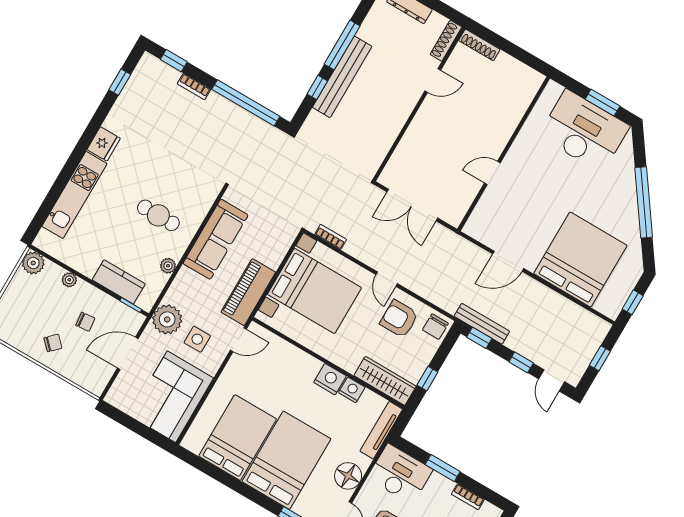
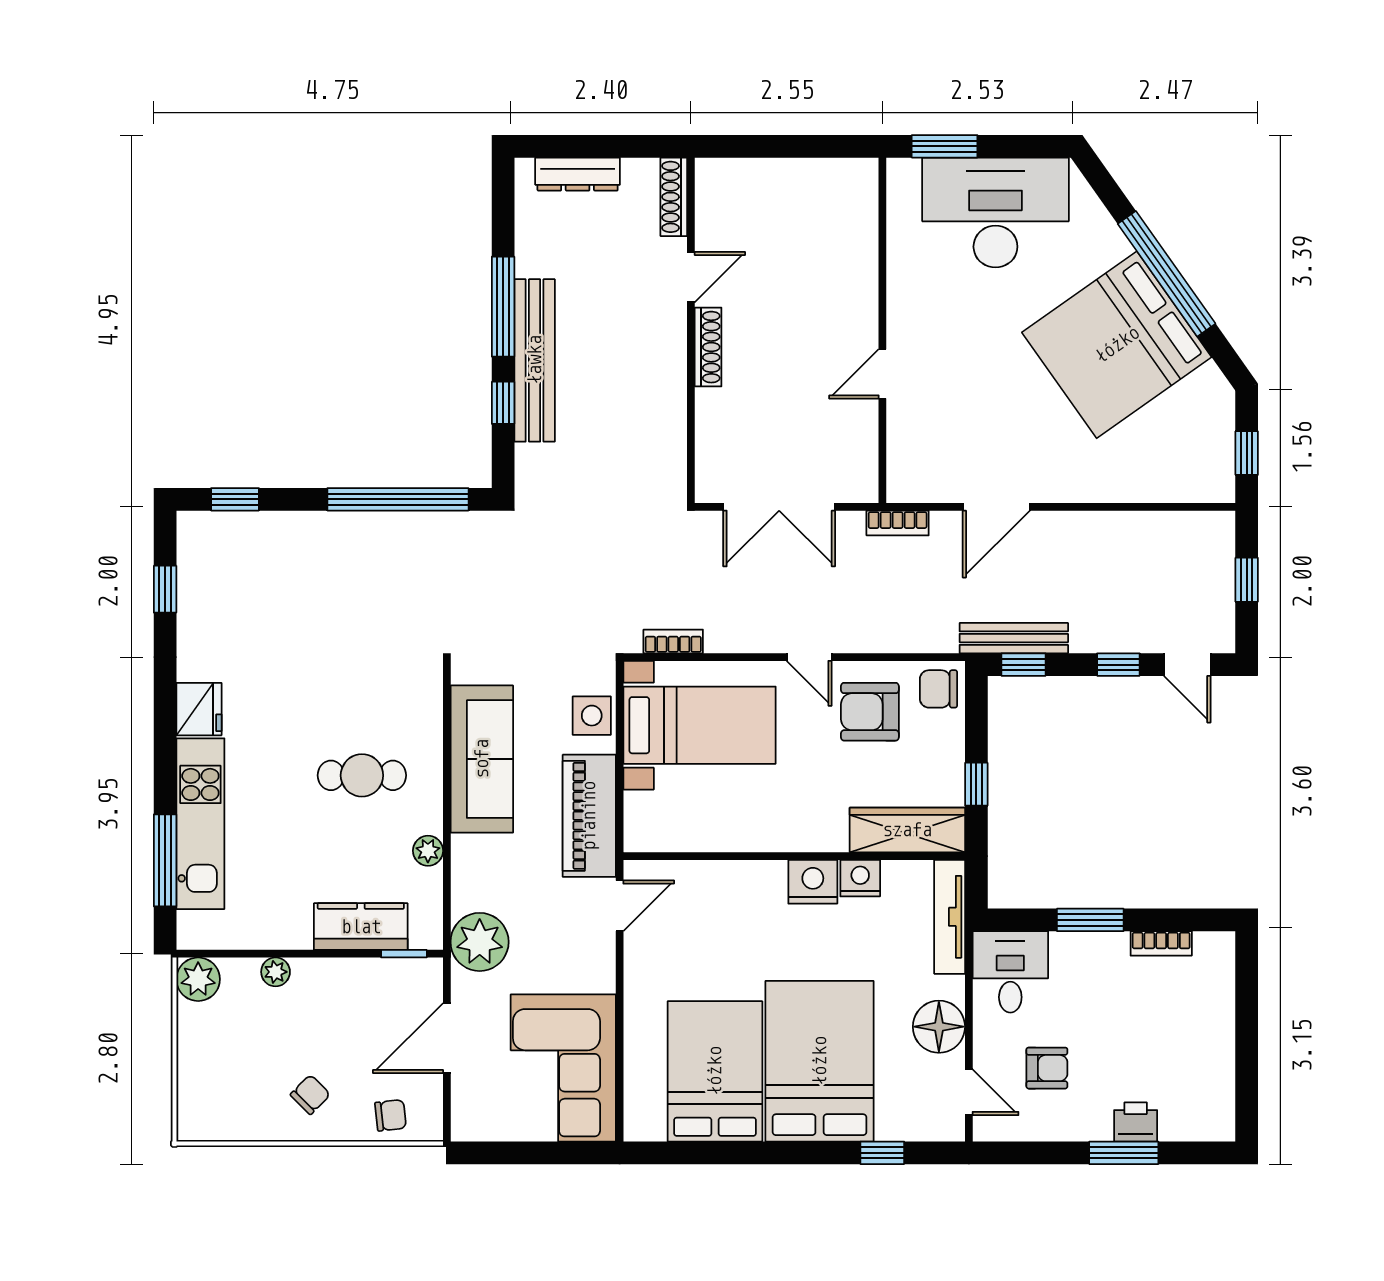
shoe rack: (479, 45) -> (708, 347), moved, turned -90
bookcase: (194, 86) -> (898, 523), moved
window: (603, 103) -> (945, 146), moved
window: (49, 202) -> (165, 860), added
bed: (580, 259) -> (1117, 345), moved, turned -125
bed with nightstands: (314, 291) -> (699, 725), width x0.73
chair: (85, 322) -> (391, 1115), moved
chair: (435, 327) -> (938, 689), turned 90
side table: (197, 339) -> (592, 716), moved
desk: (400, 474) -> (1010, 972), width x0.73

